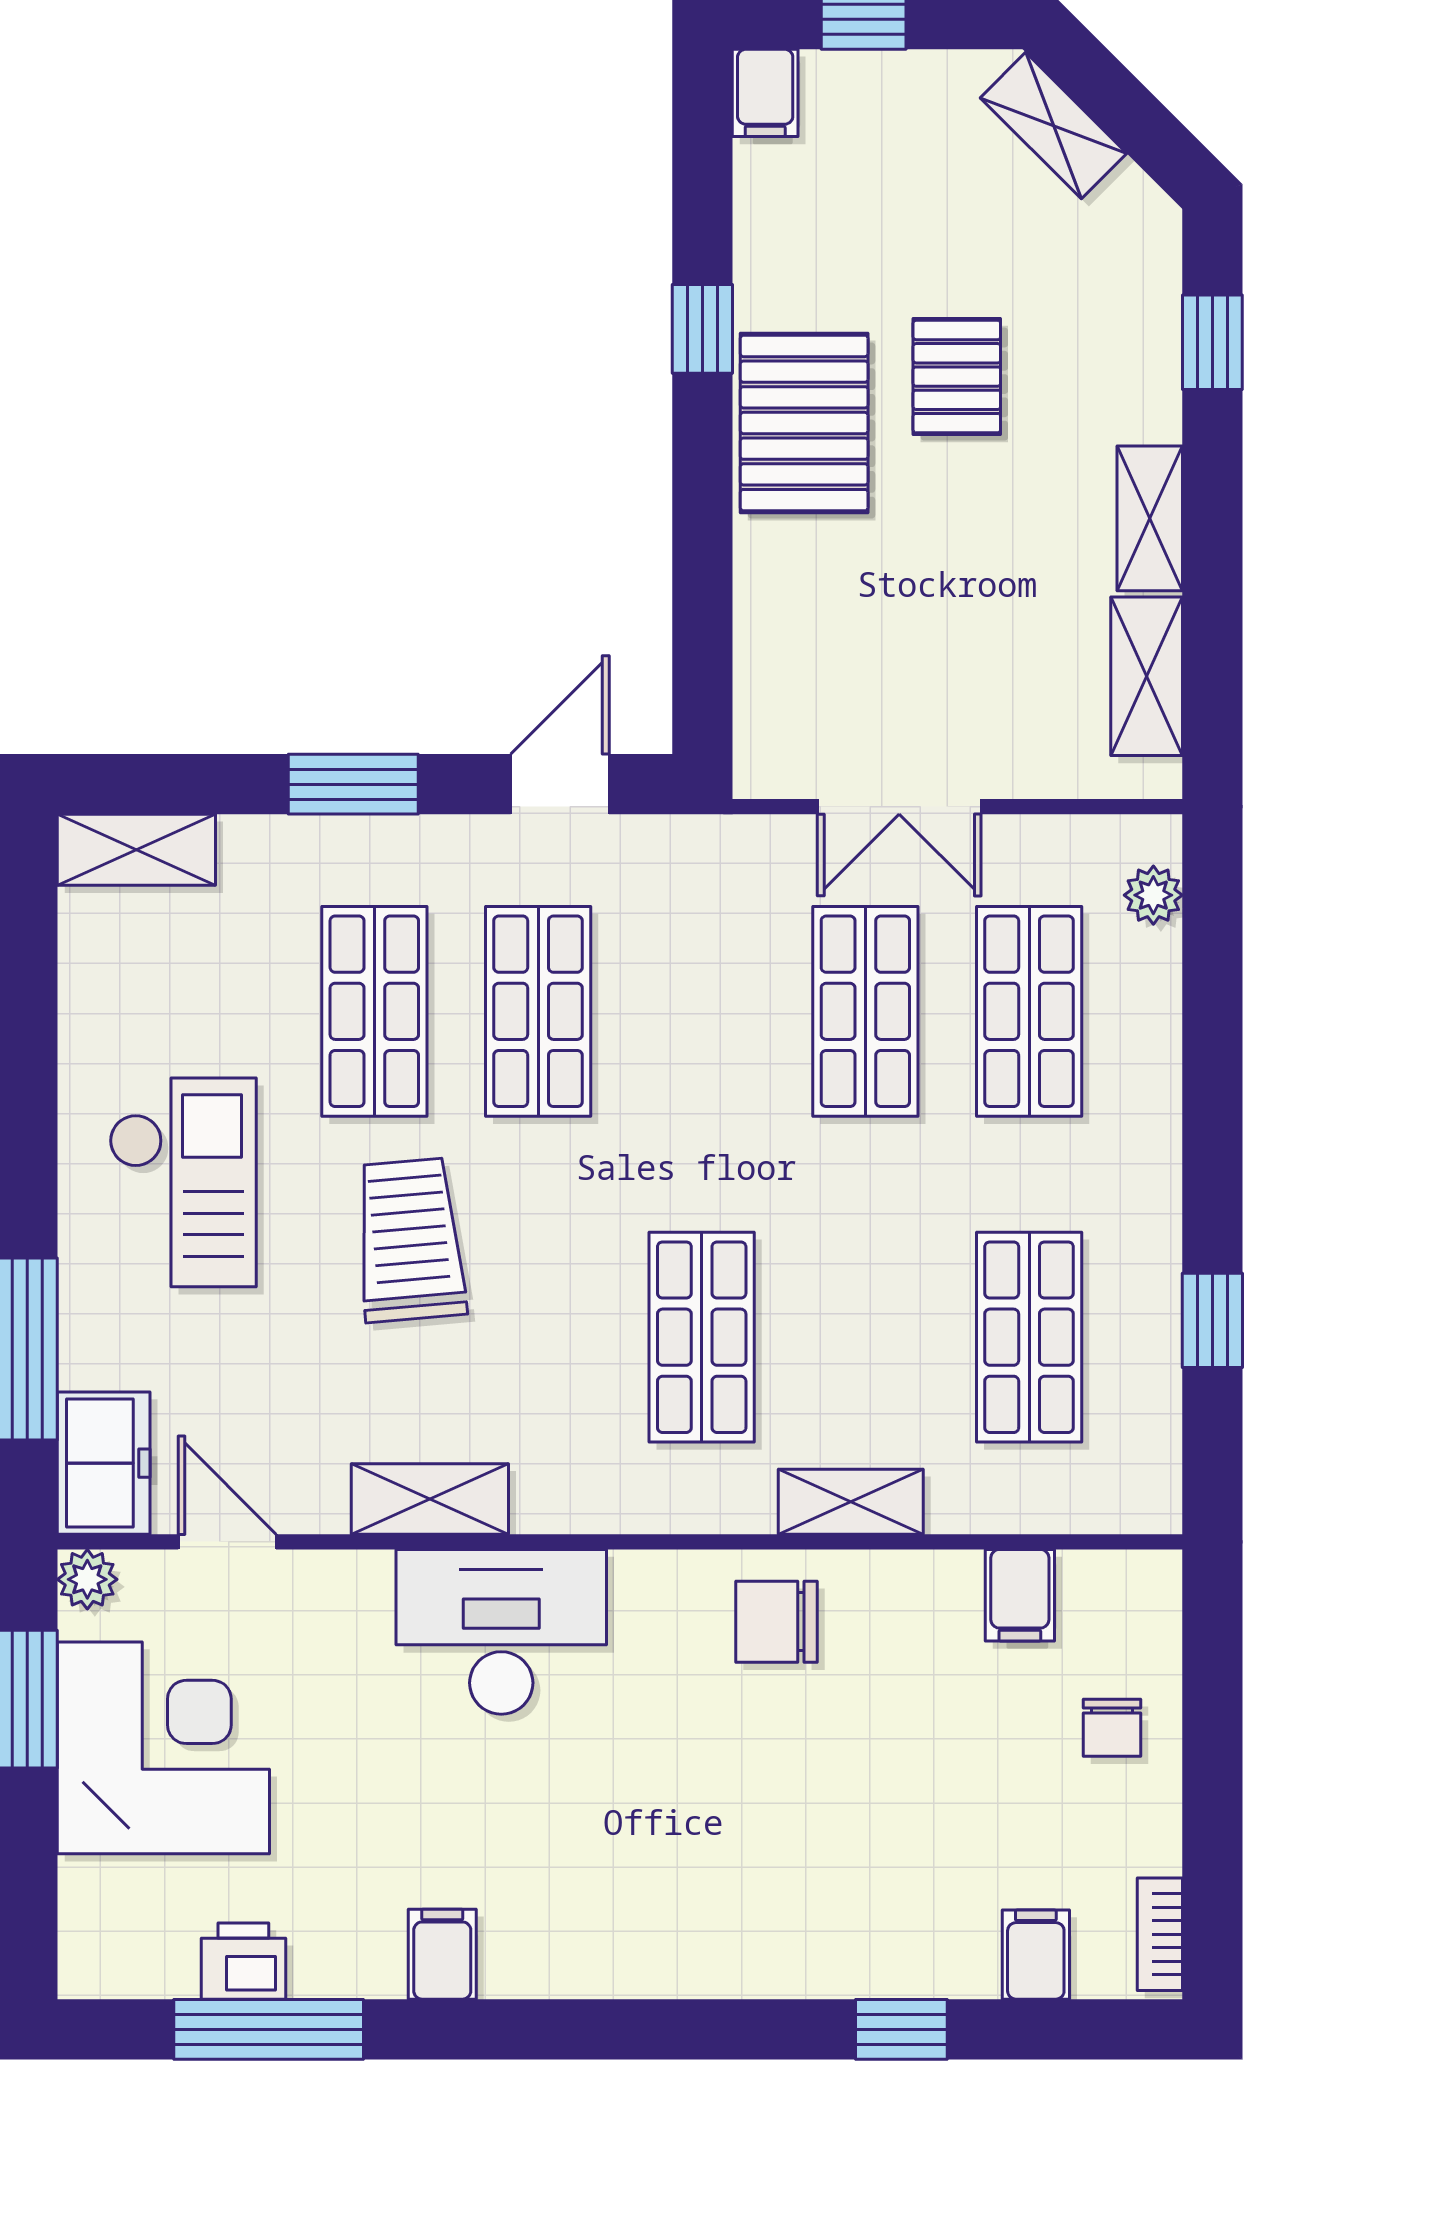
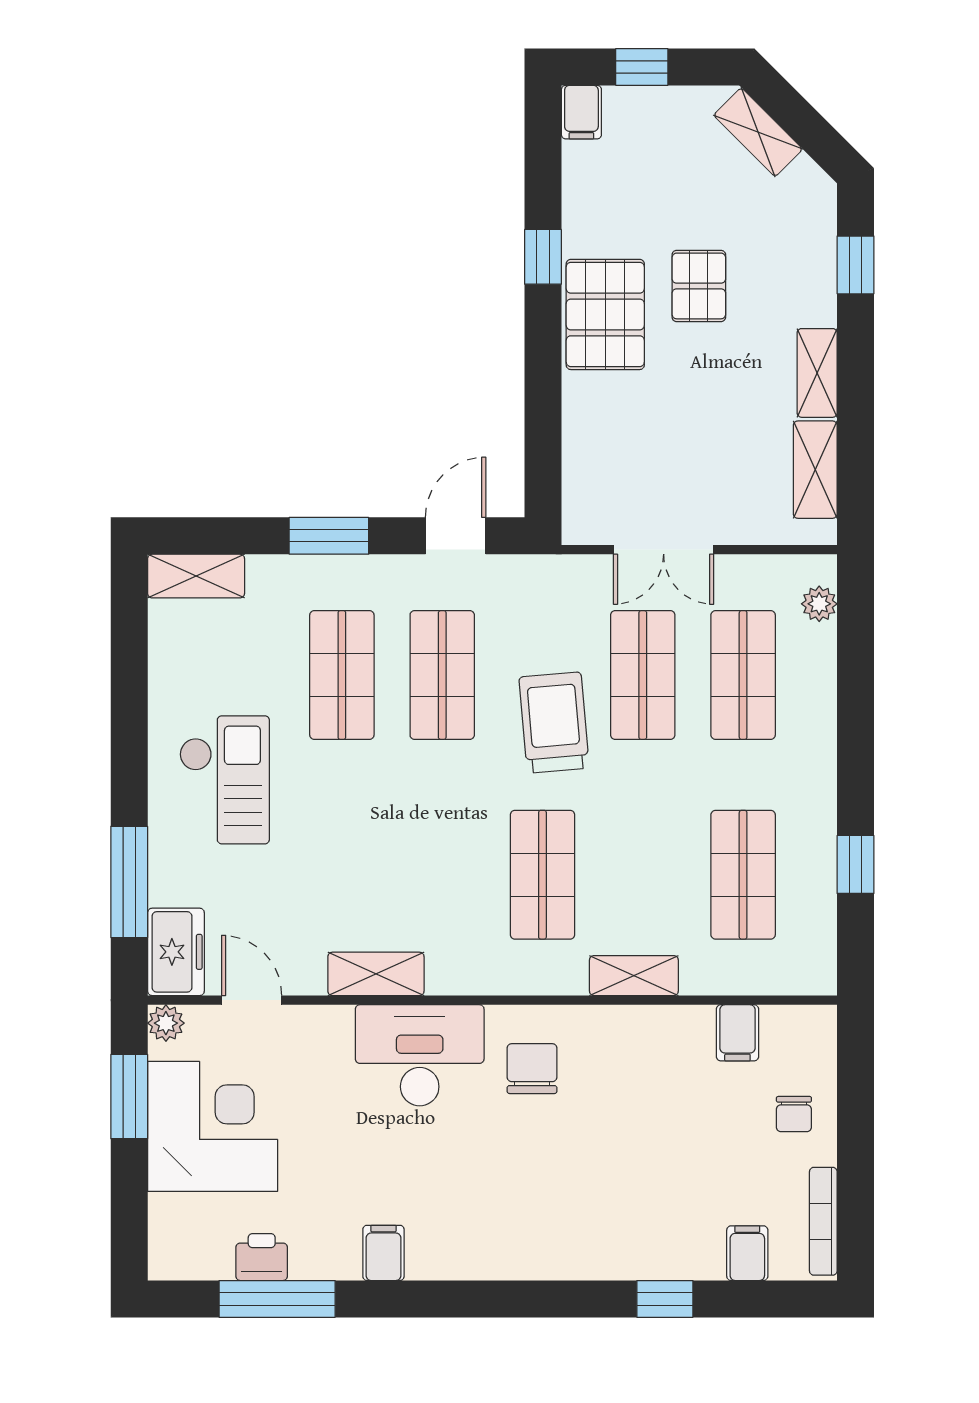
trolley: (410, 1240) -> (554, 723), moved
chair: (777, 1622) -> (532, 1069), moved, turned 90
bookcase: (1160, 1934) -> (823, 1221), width x1.56

